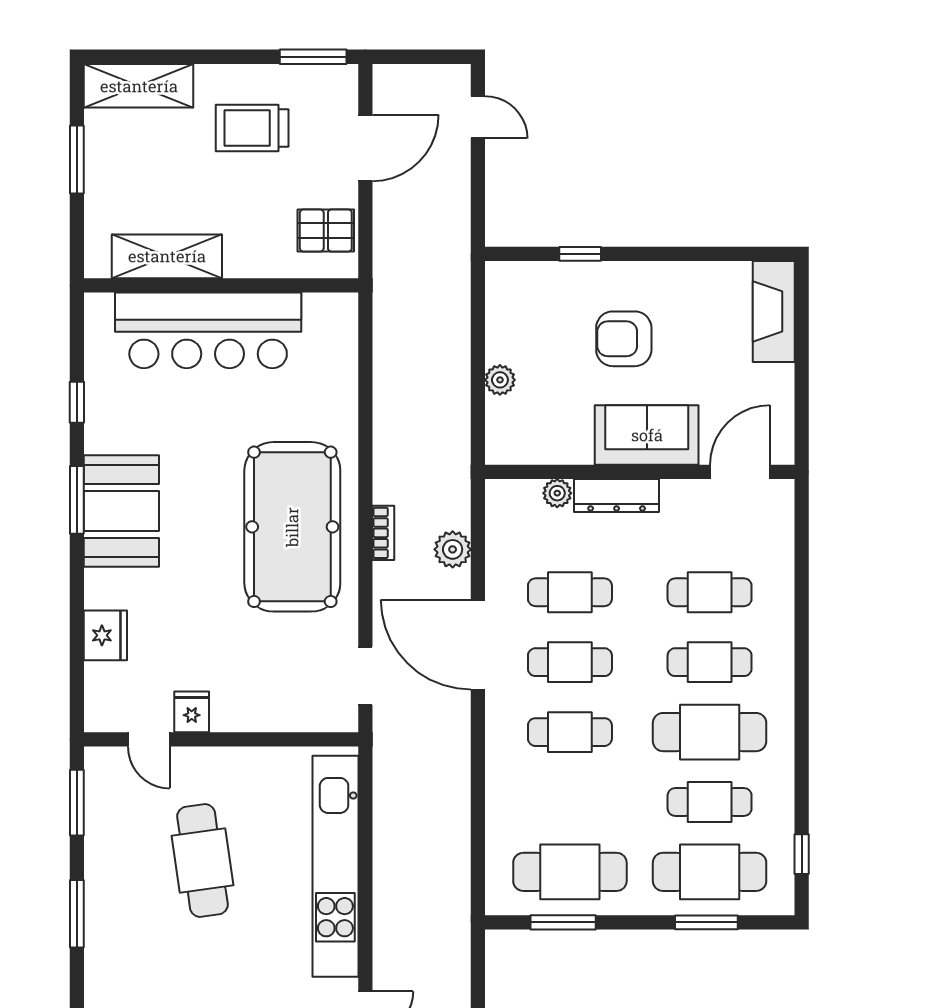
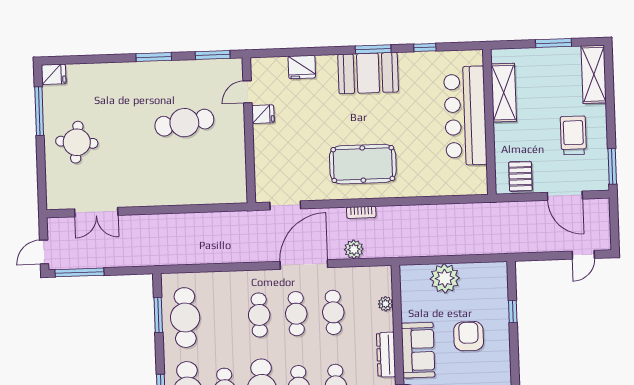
plant: (500, 380) -> (445, 278), width x1.88, depth x1.88
dresser: (617, 496) -> (386, 355), moved
pool table: (292, 527) -> (363, 164), width x0.73, depth x0.76
kitchen unit: (335, 866) -> (184, 193), removed

